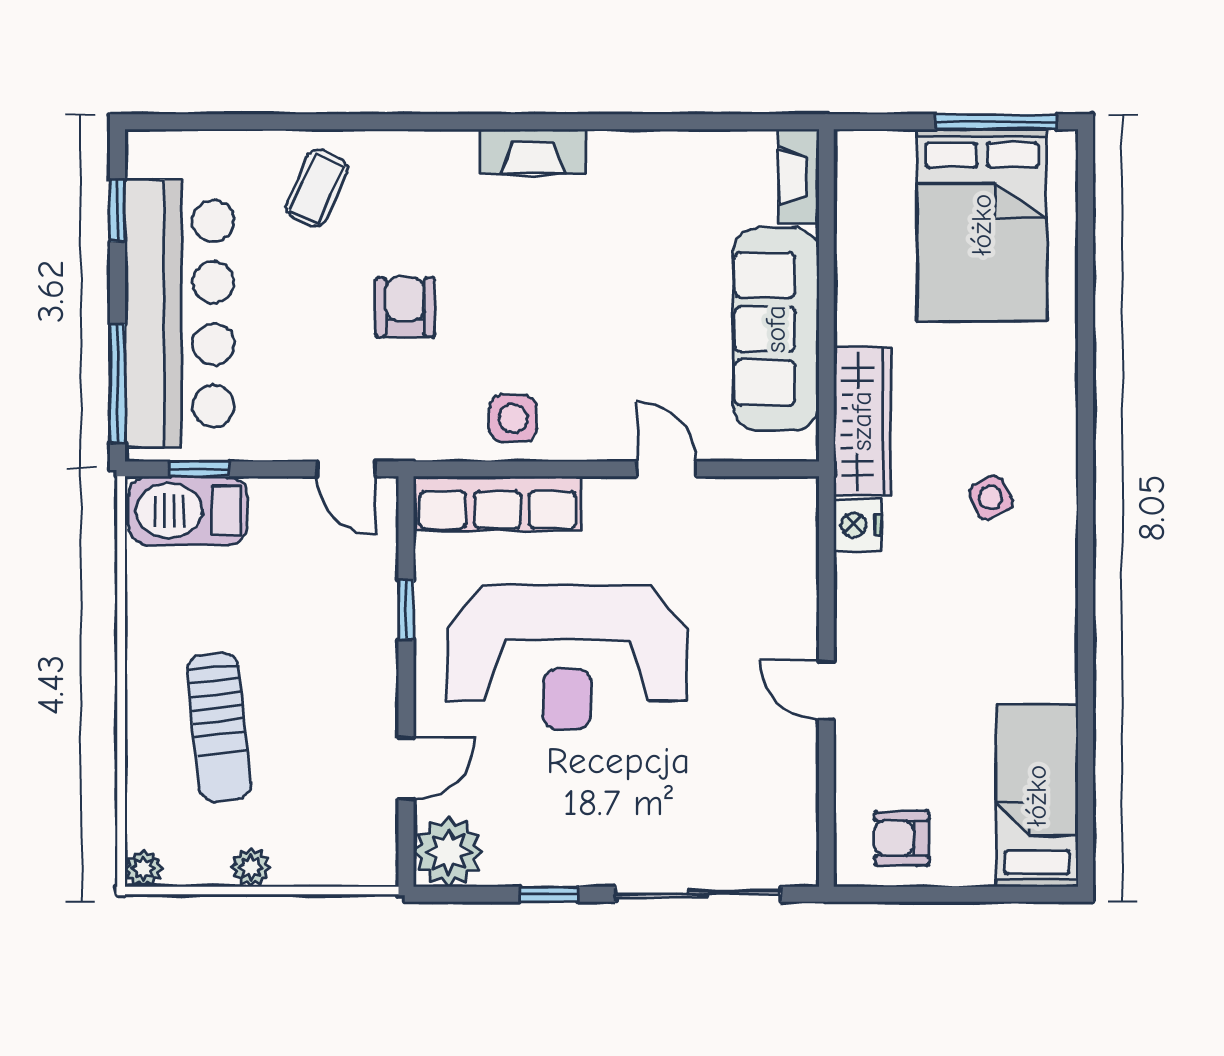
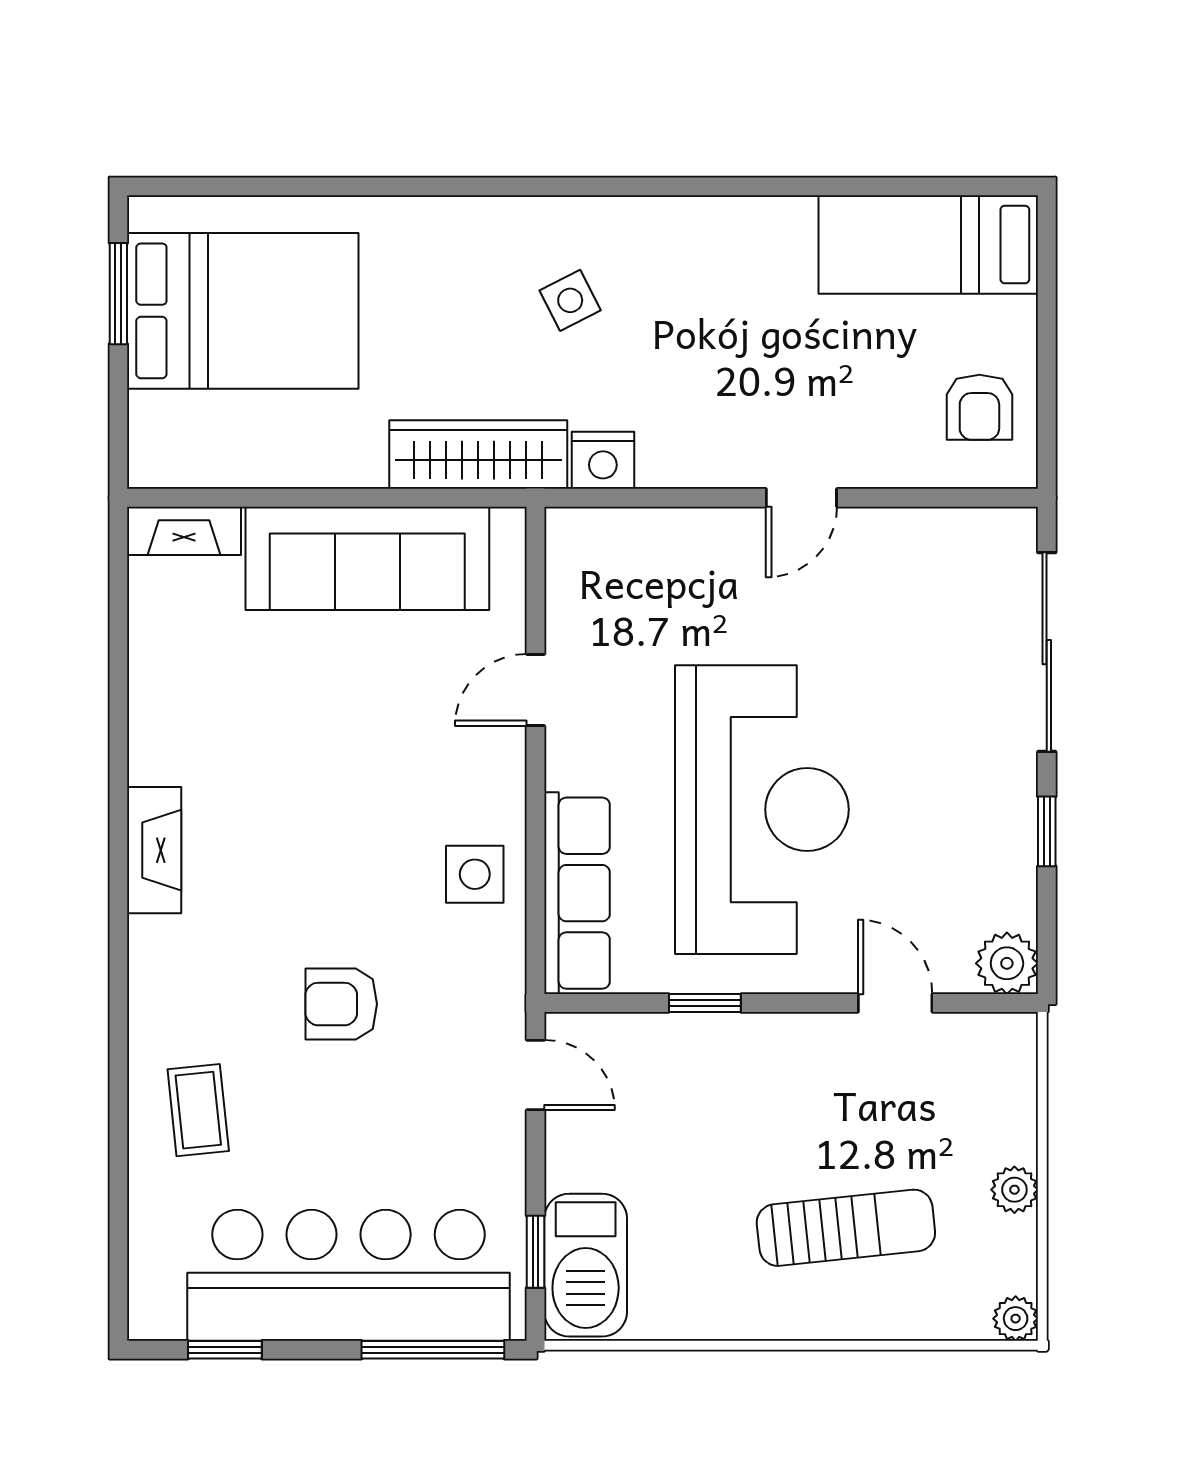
window: (996, 122) -> (118, 294), width x0.69
coffee table: (317, 188) -> (198, 1110), turned 60
door: (346, 469) -> (536, 1075), hinge flipped
plant: (448, 852) -> (1007, 963), width x0.73, depth x0.73

